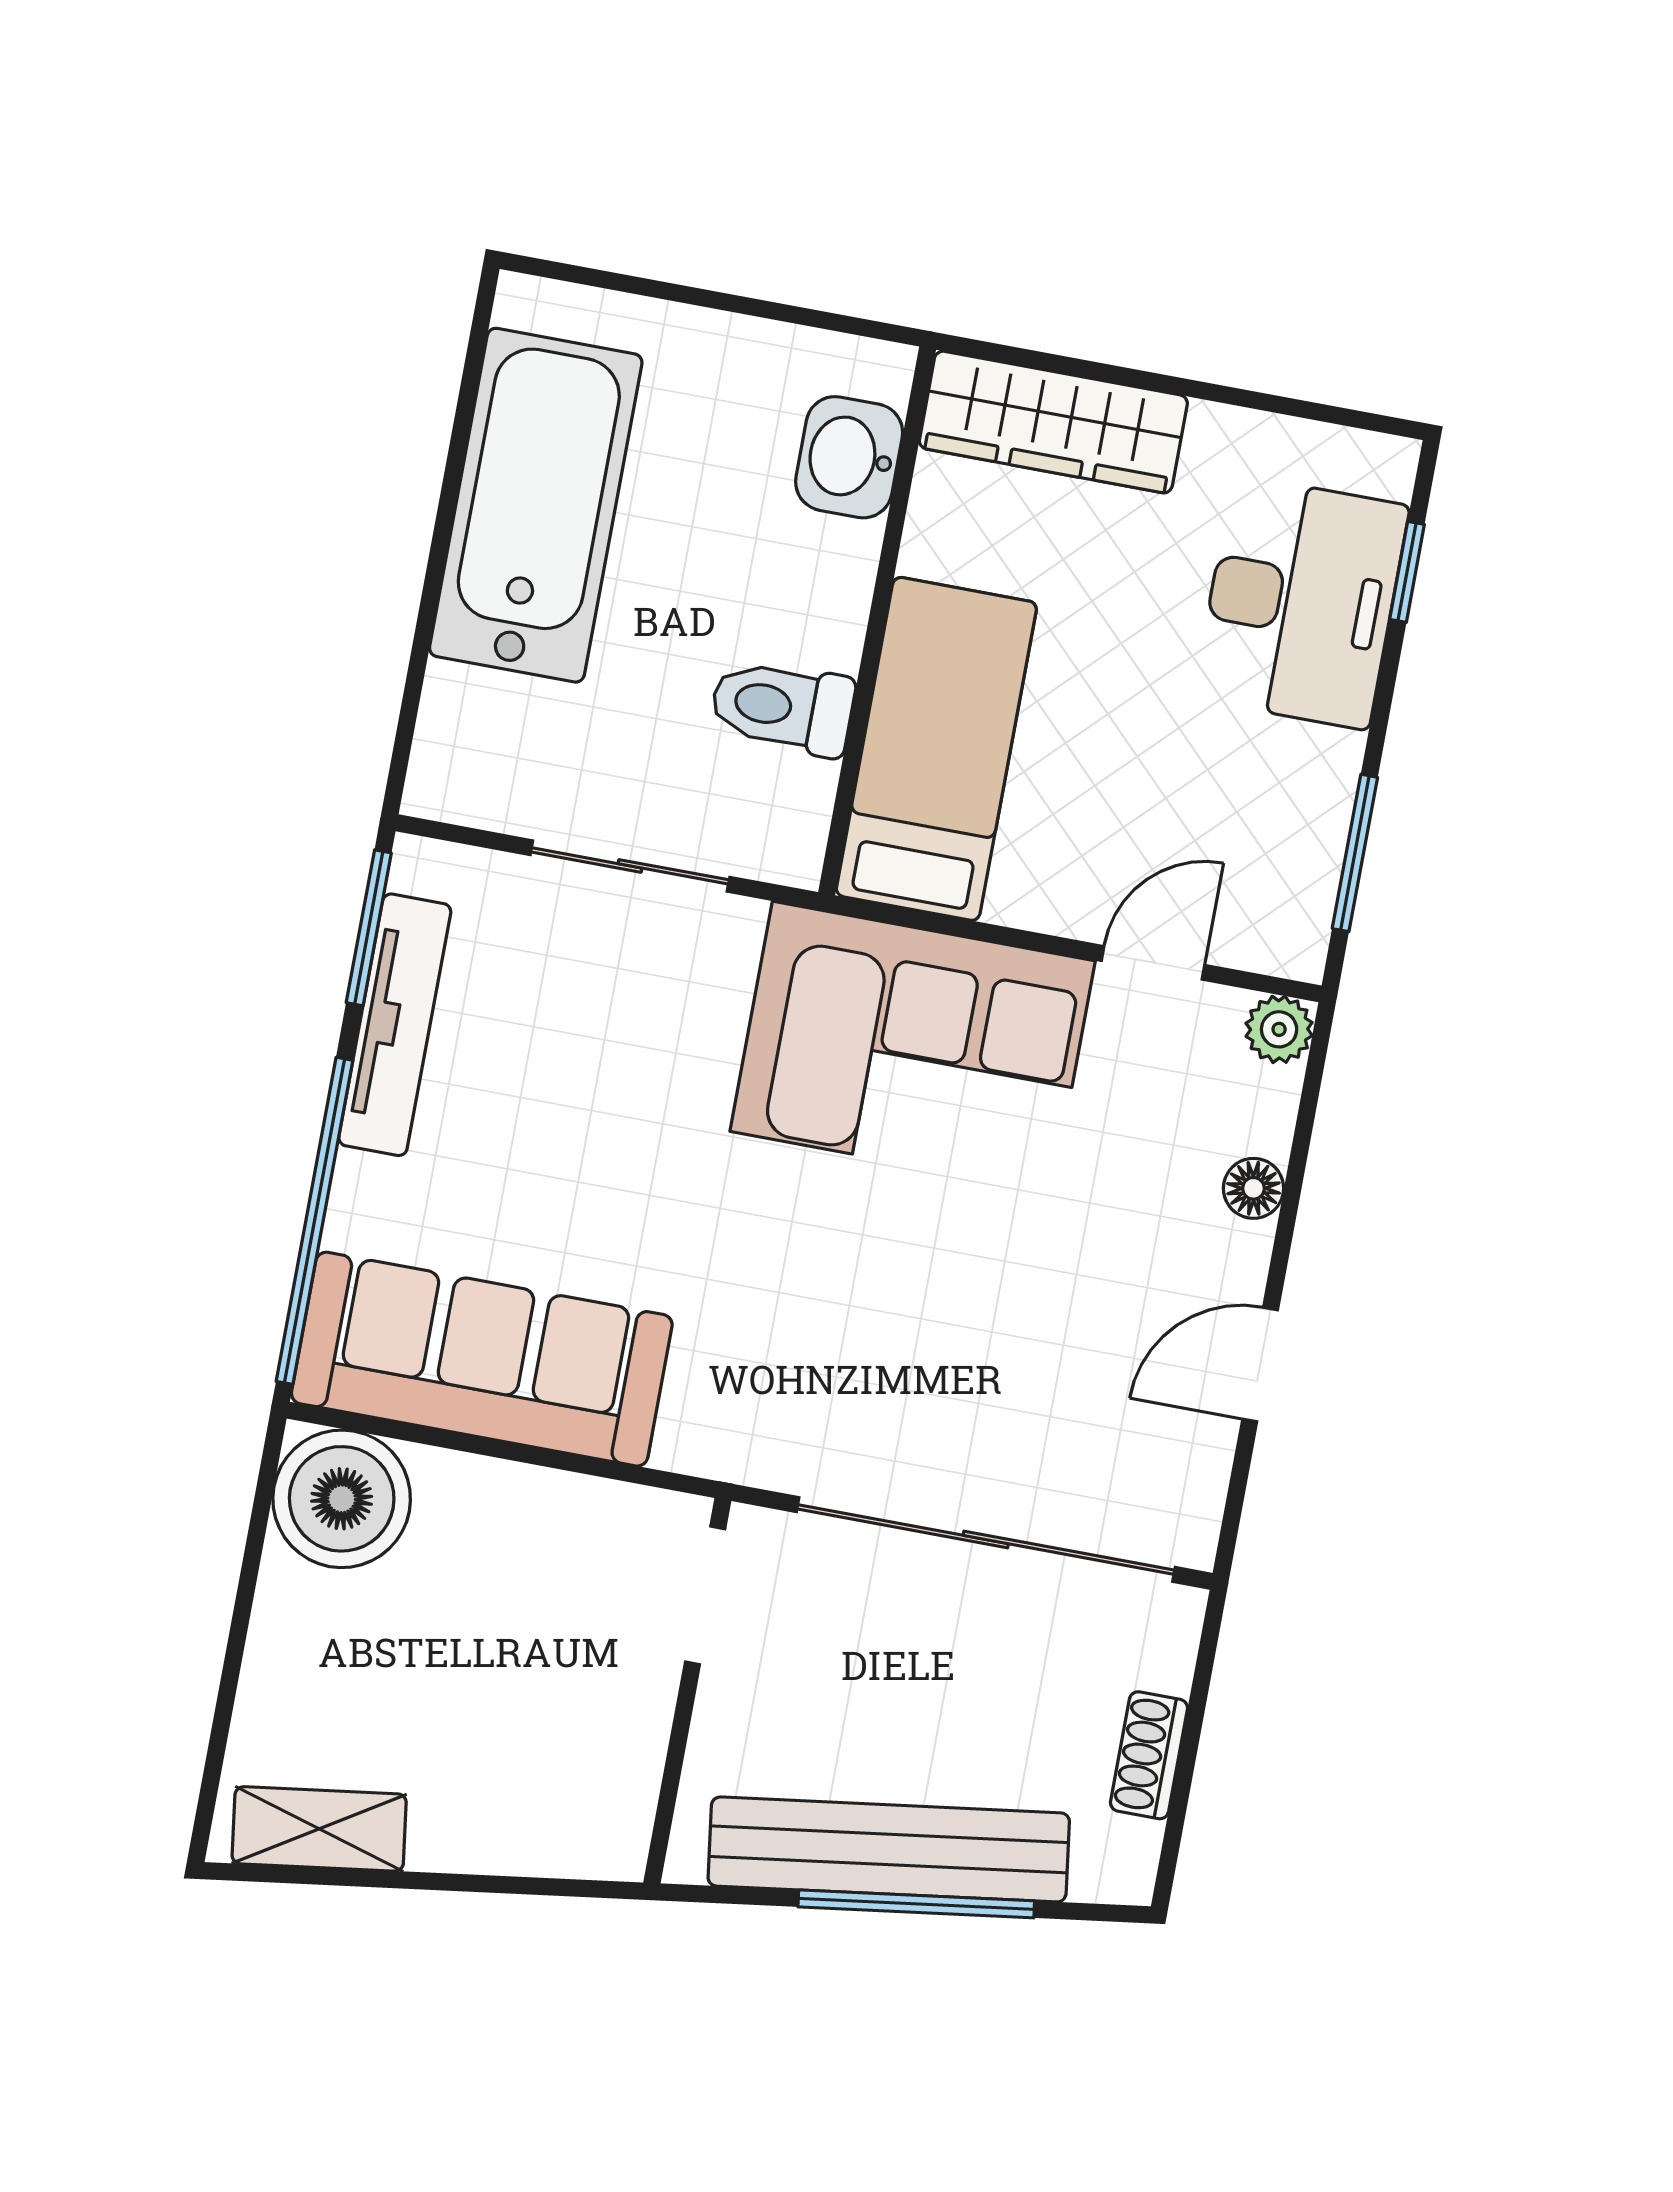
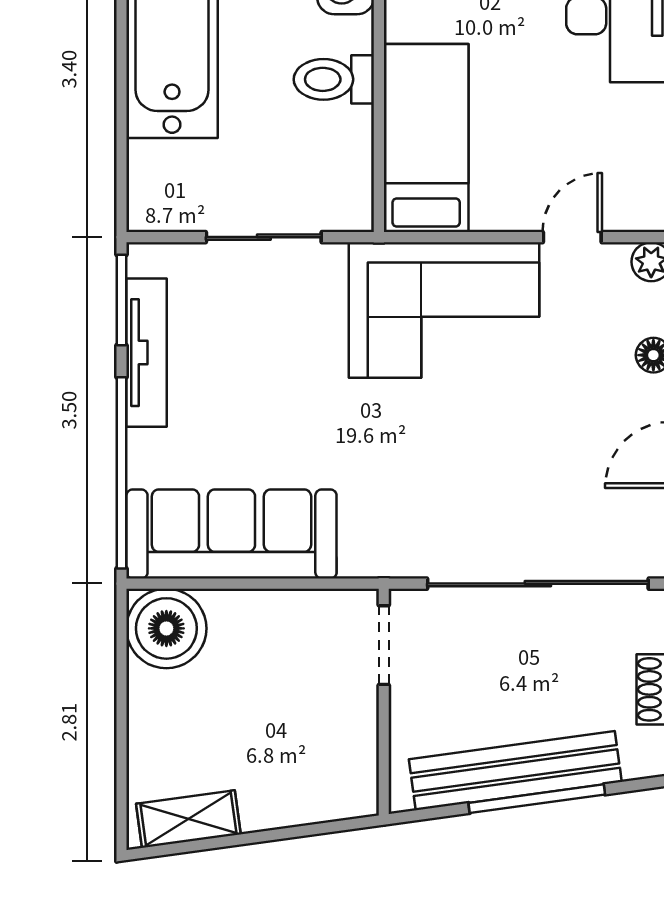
toilet: (782, 707) -> (334, 79), moved

